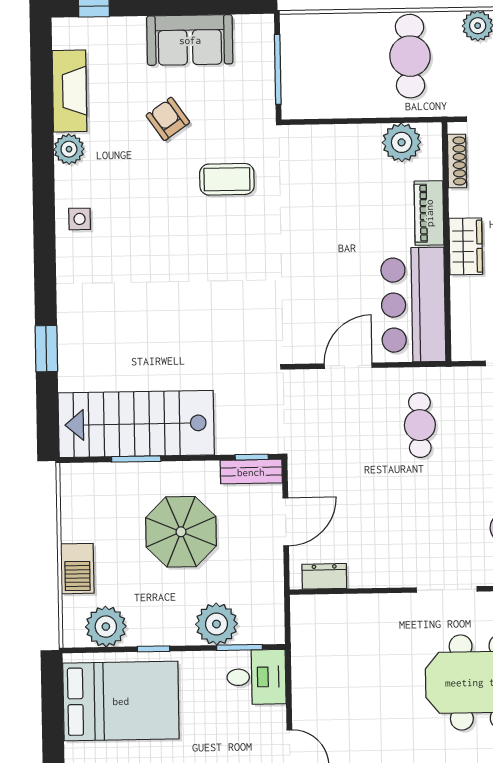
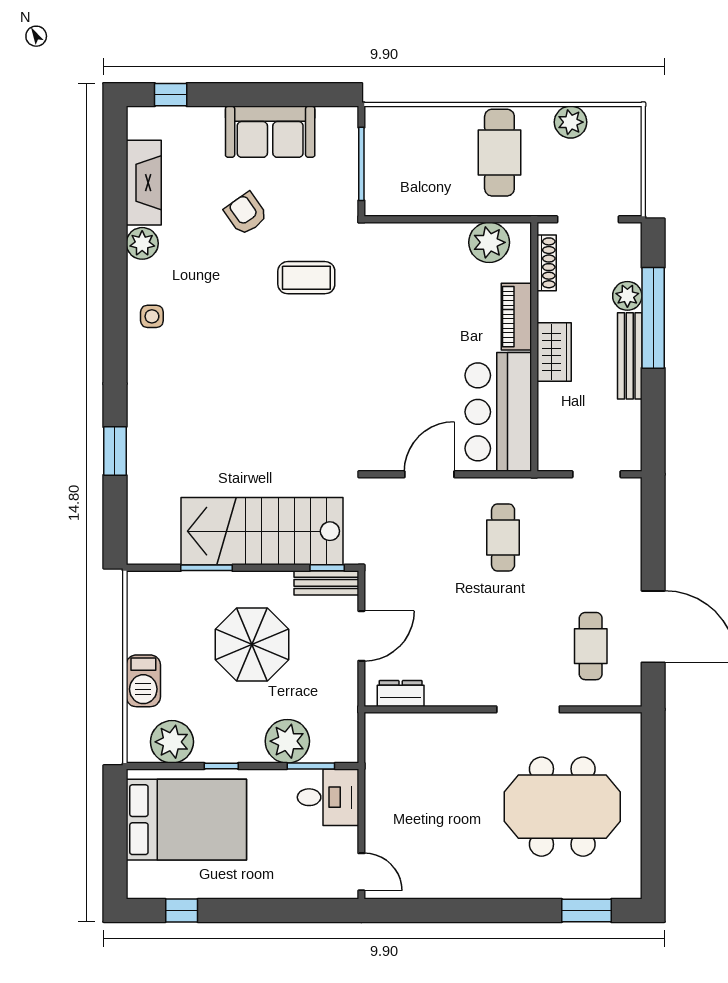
stairs: (136, 424) -> (262, 531), moved

